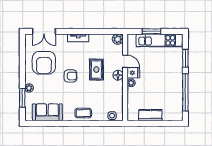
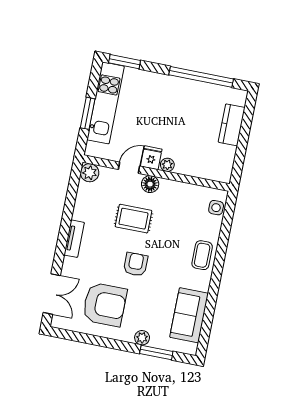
window: (185, 58) -> (125, 62), moved
kitchen counter: (150, 115) -> (232, 125), moved

